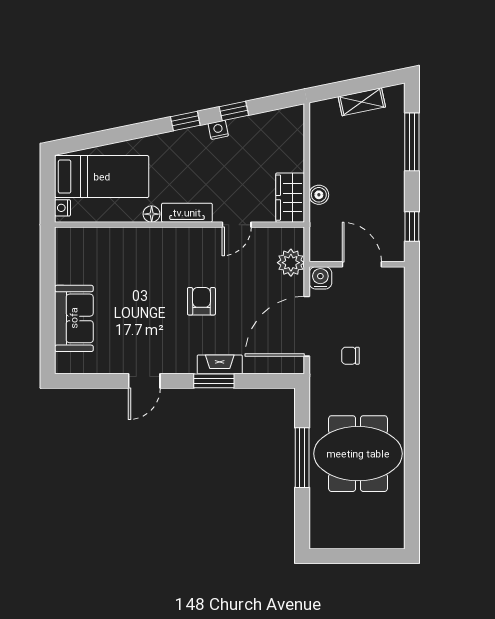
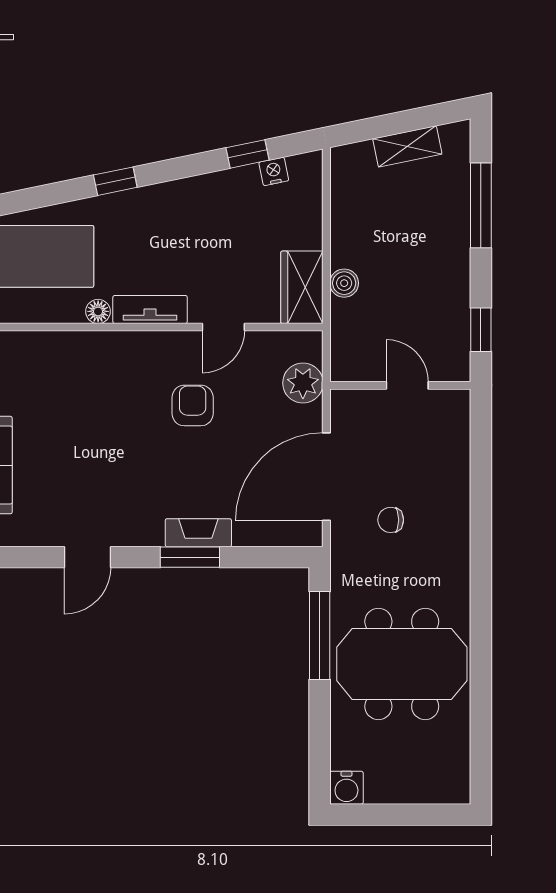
window: (234, 111) -> (247, 154), moved
window: (185, 121) -> (115, 181), moved
nightstand: (218, 130) -> (274, 171), moved
door: (362, 264) -> (407, 385), width x0.73
water cooler: (320, 278) -> (346, 788), moved, turned 180
armchair: (201, 301) -> (193, 405), moved
window: (302, 458) -> (320, 636), moved

